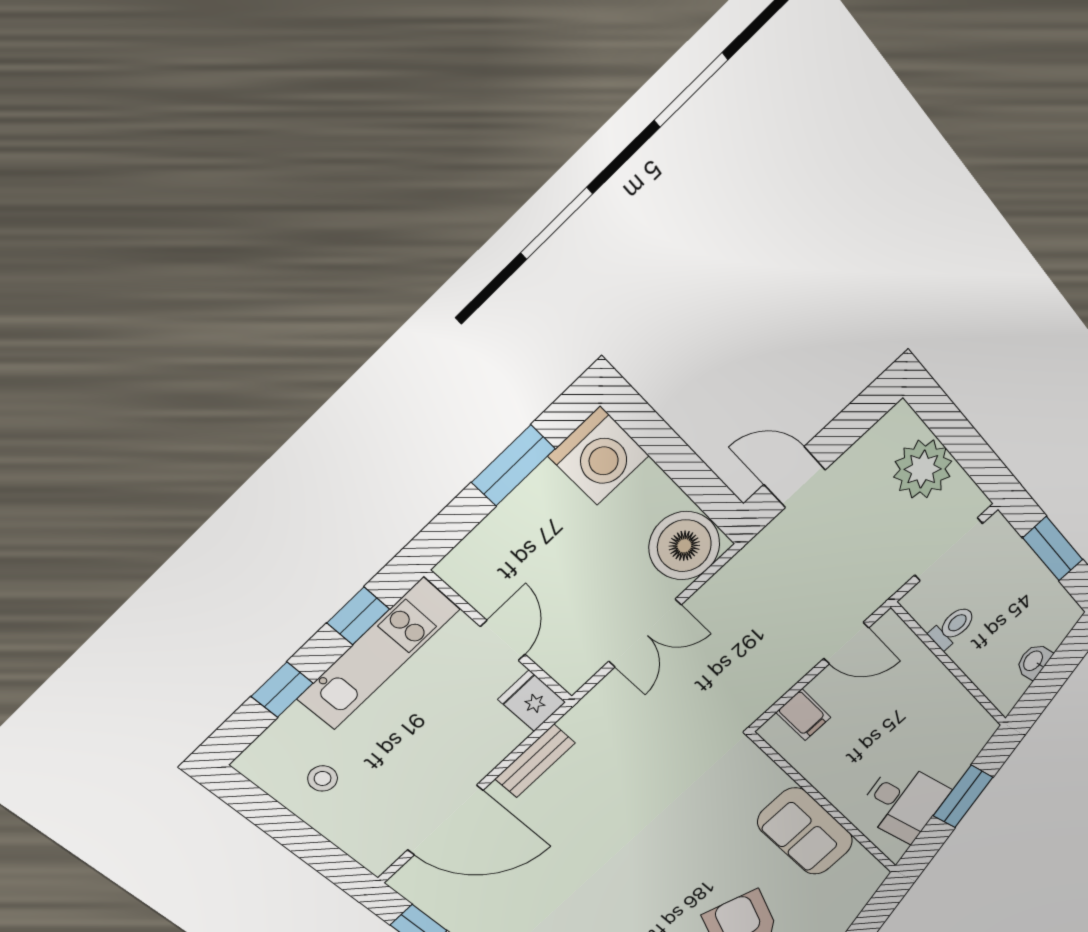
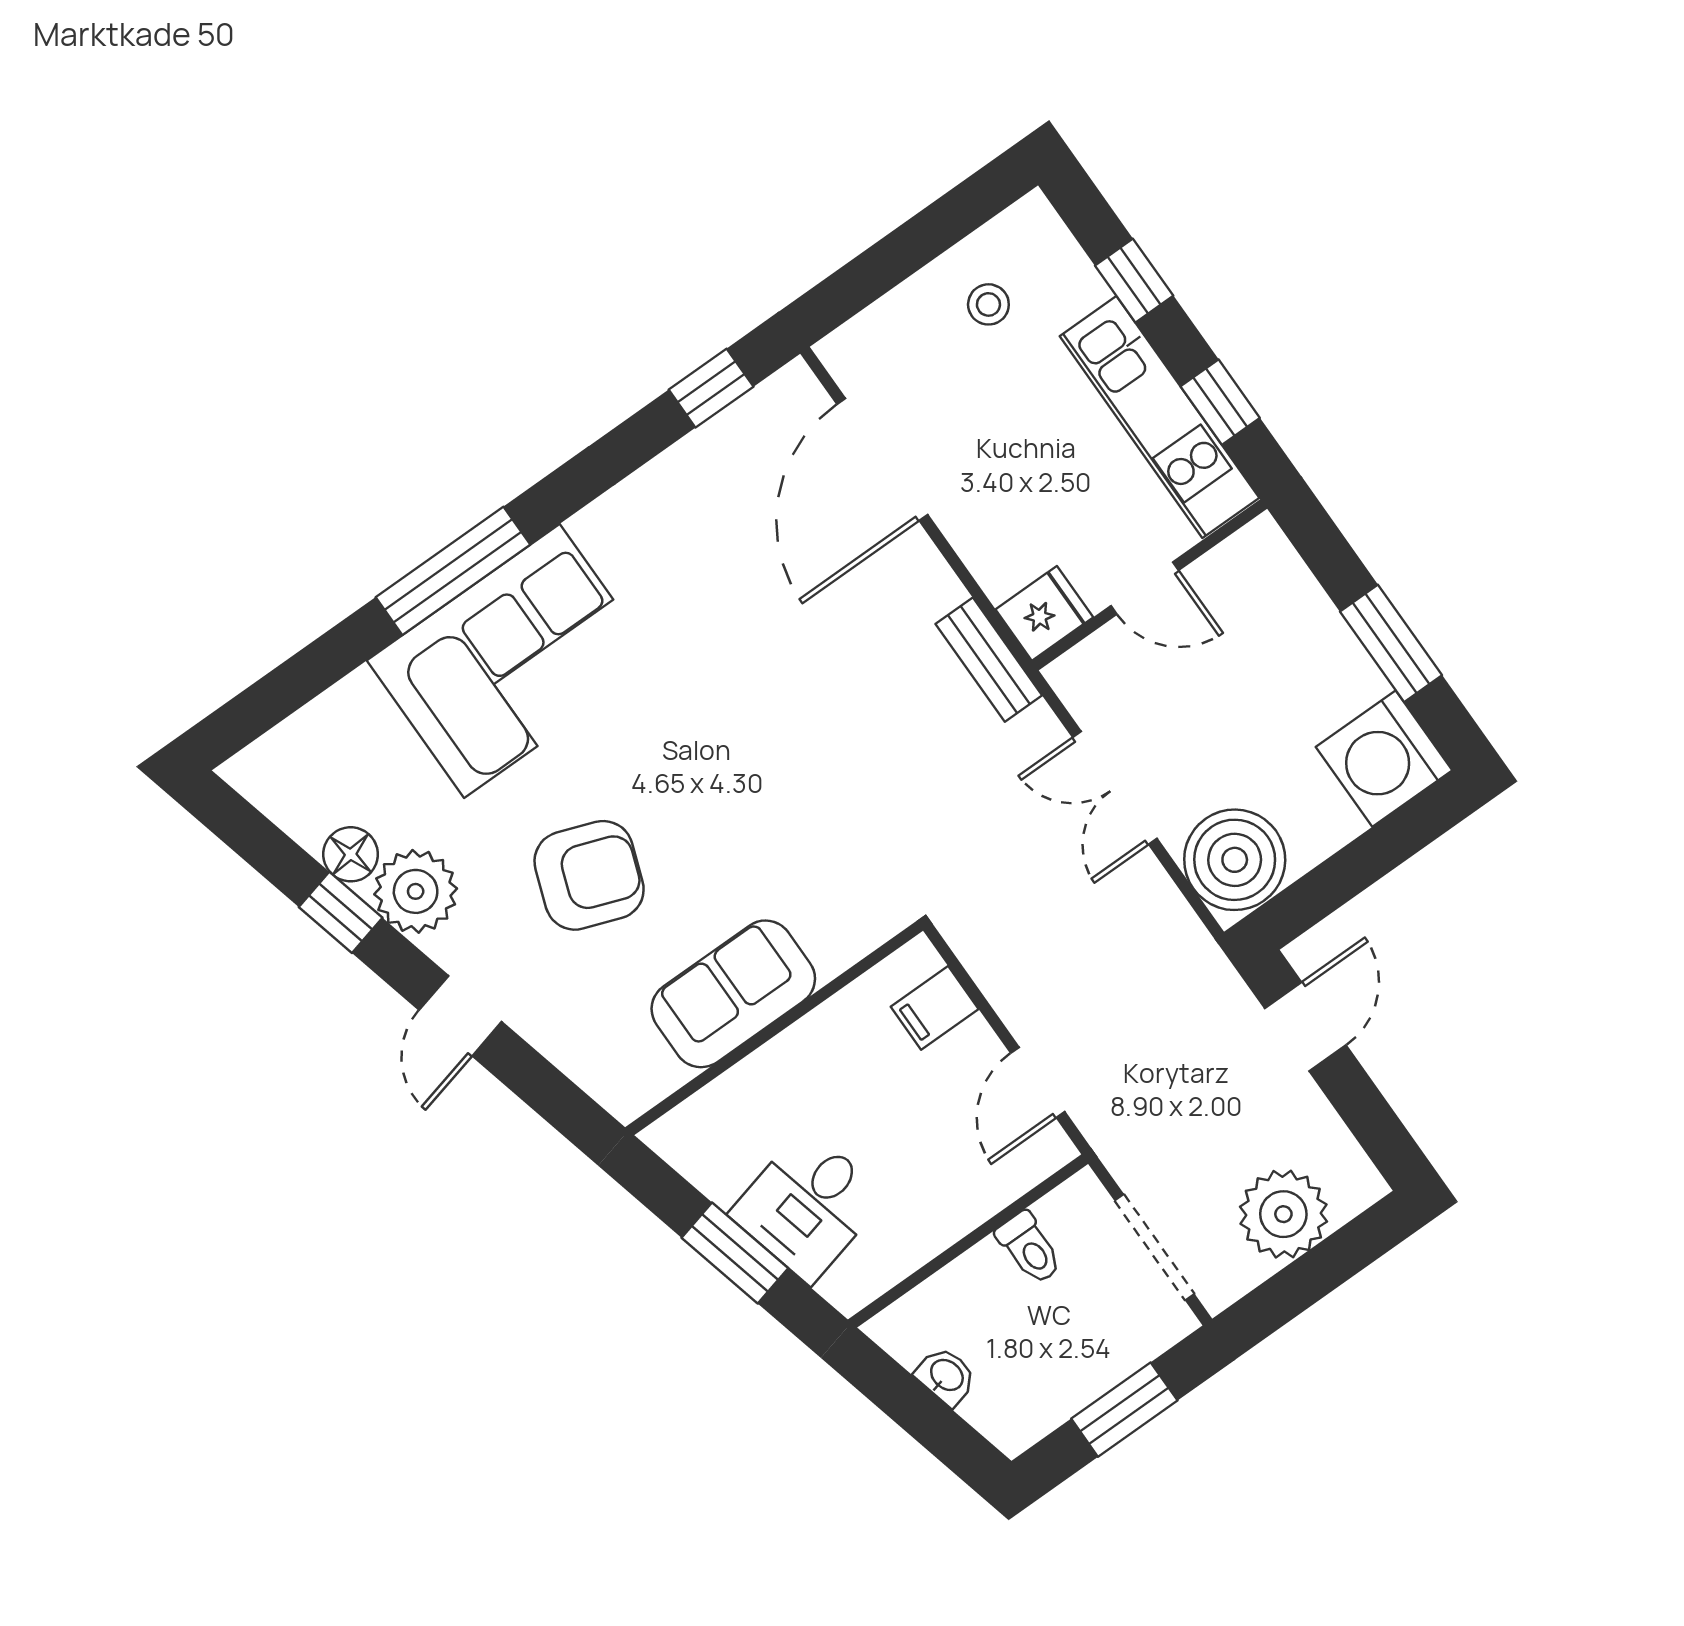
bench: (535, 761) -> (989, 660), moved
desk: (903, 802) -> (808, 1205), moved

